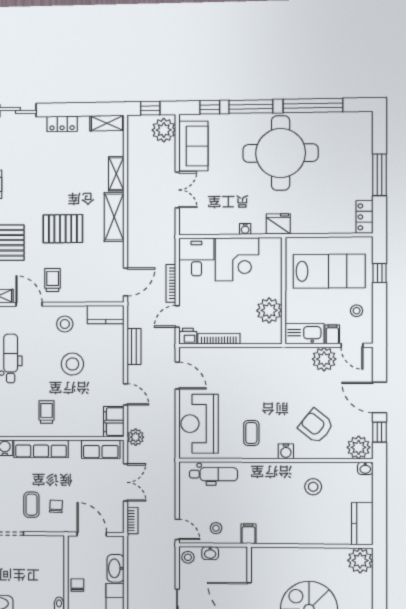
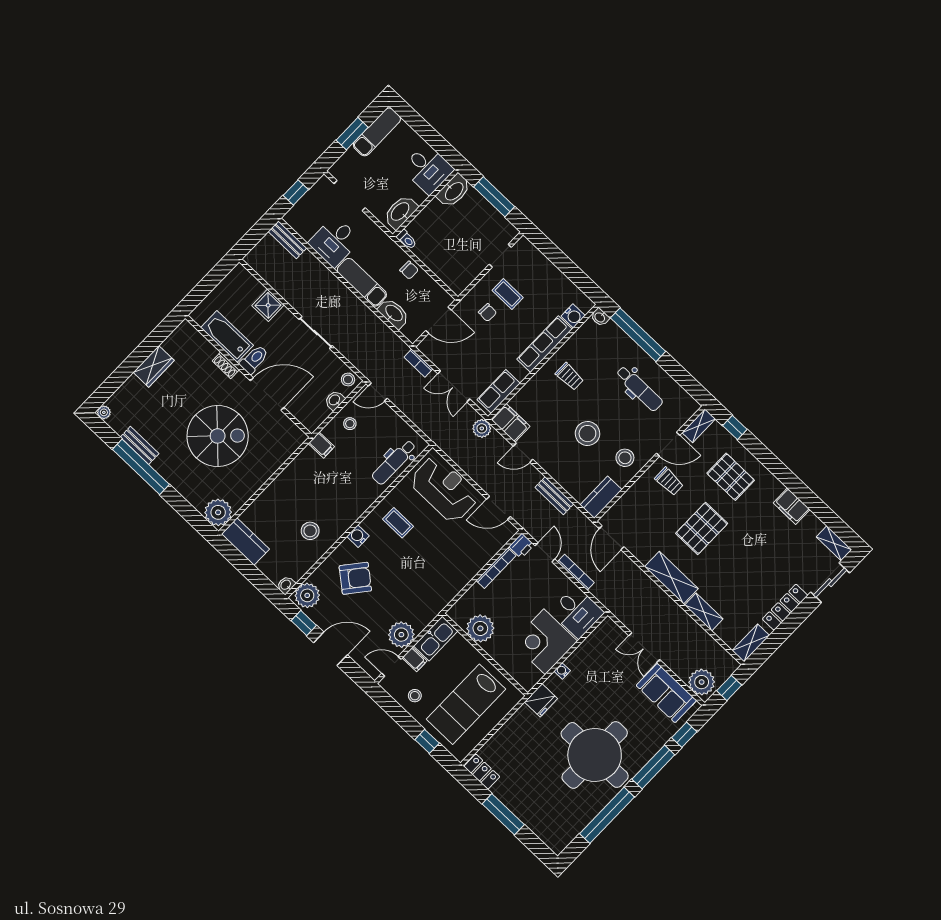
locker: (62, 124) -> (785, 607), width x1.53

